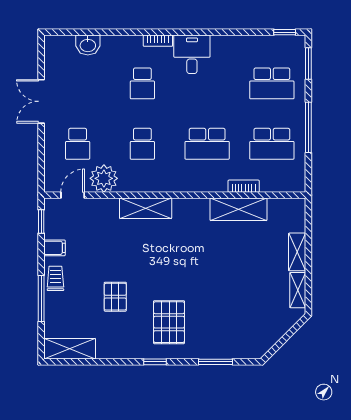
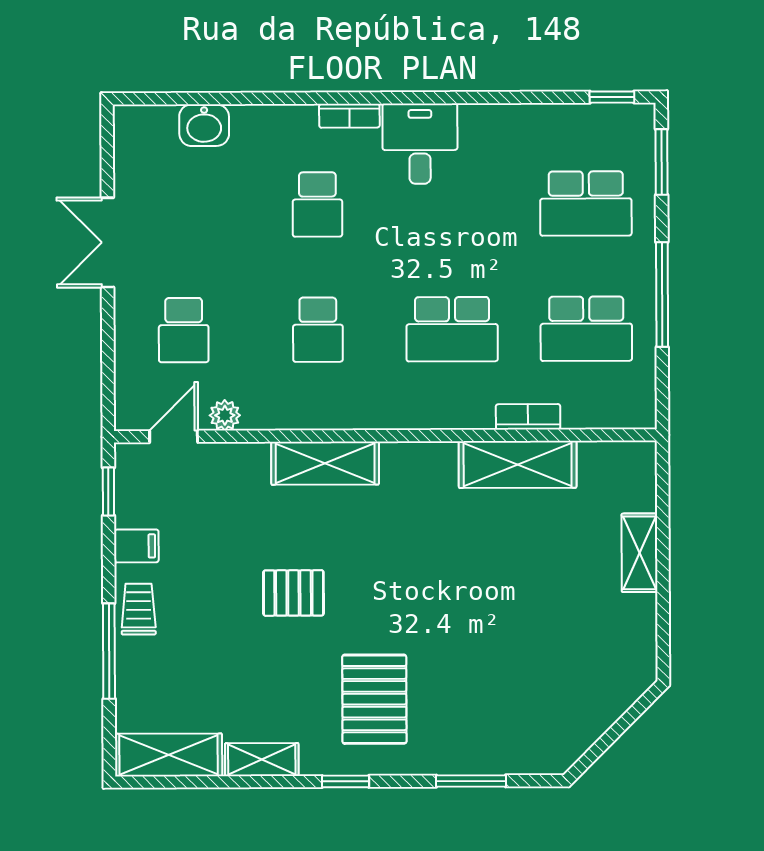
plant: (104, 178) -> (225, 415), width x0.53, depth x0.53
shelving: (298, 290) -> (262, 760), moved, turned 90
pallet: (115, 297) -> (293, 593), moved, turned 90

